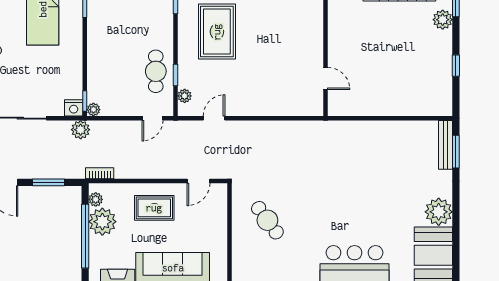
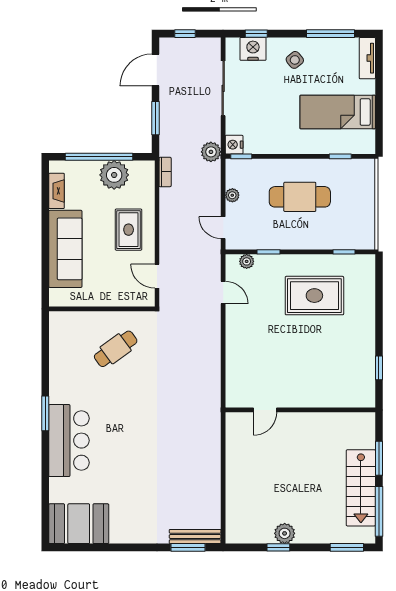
plant: (443, 20) -> (285, 533), moved
cafe table: (156, 71) -> (300, 197), moved, width x1.37, depth x1.35
plant: (93, 110) -> (232, 195), moved
plant: (96, 199) -> (138, 168), removed
plant: (439, 212) -> (125, 529), removed

